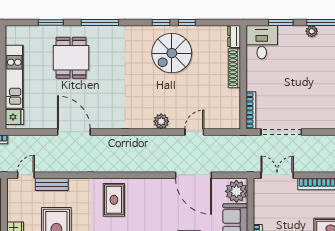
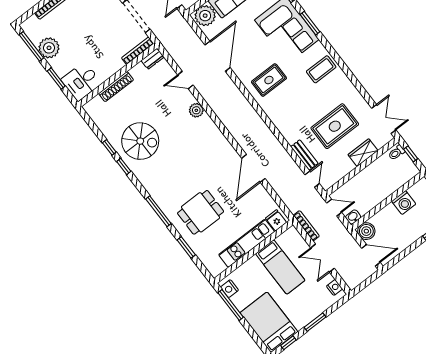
plant: (312, 31) -> (49, 48), width x1.88, depth x1.88
dresser: (234, 36) -> (153, 59), moved
door: (26, 175) -> (312, 179), swing flipped
rug: (114, 200) -> (269, 80), moved

